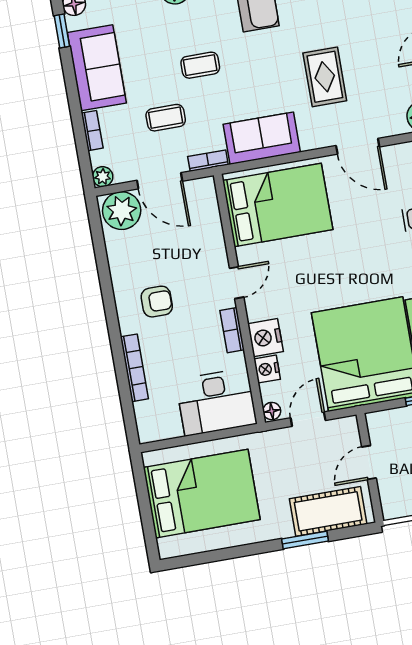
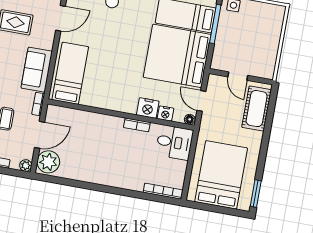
bed: (278, 205) -> (70, 73), width x0.67
door: (237, 283) -> (112, 113), removed
armchair: (157, 302) -> (106, 161), removed
bookcase: (134, 368) -> (163, 191), moved
desk: (216, 402) -> (174, 142), width x0.73
window: (305, 540) -> (256, 194), moved

